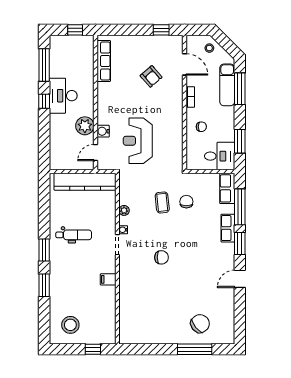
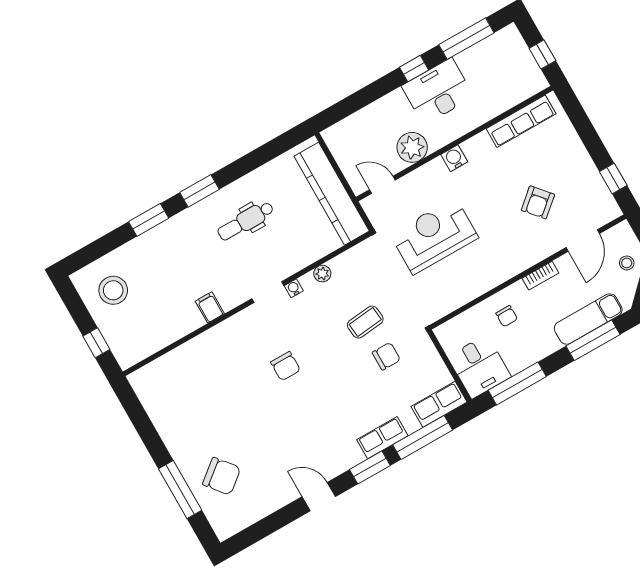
water cooler: (103, 131) -> (454, 158), moved
window: (240, 141) -> (517, 383), width x1.44
dental chair: (74, 235) -> (246, 221), turned 90

